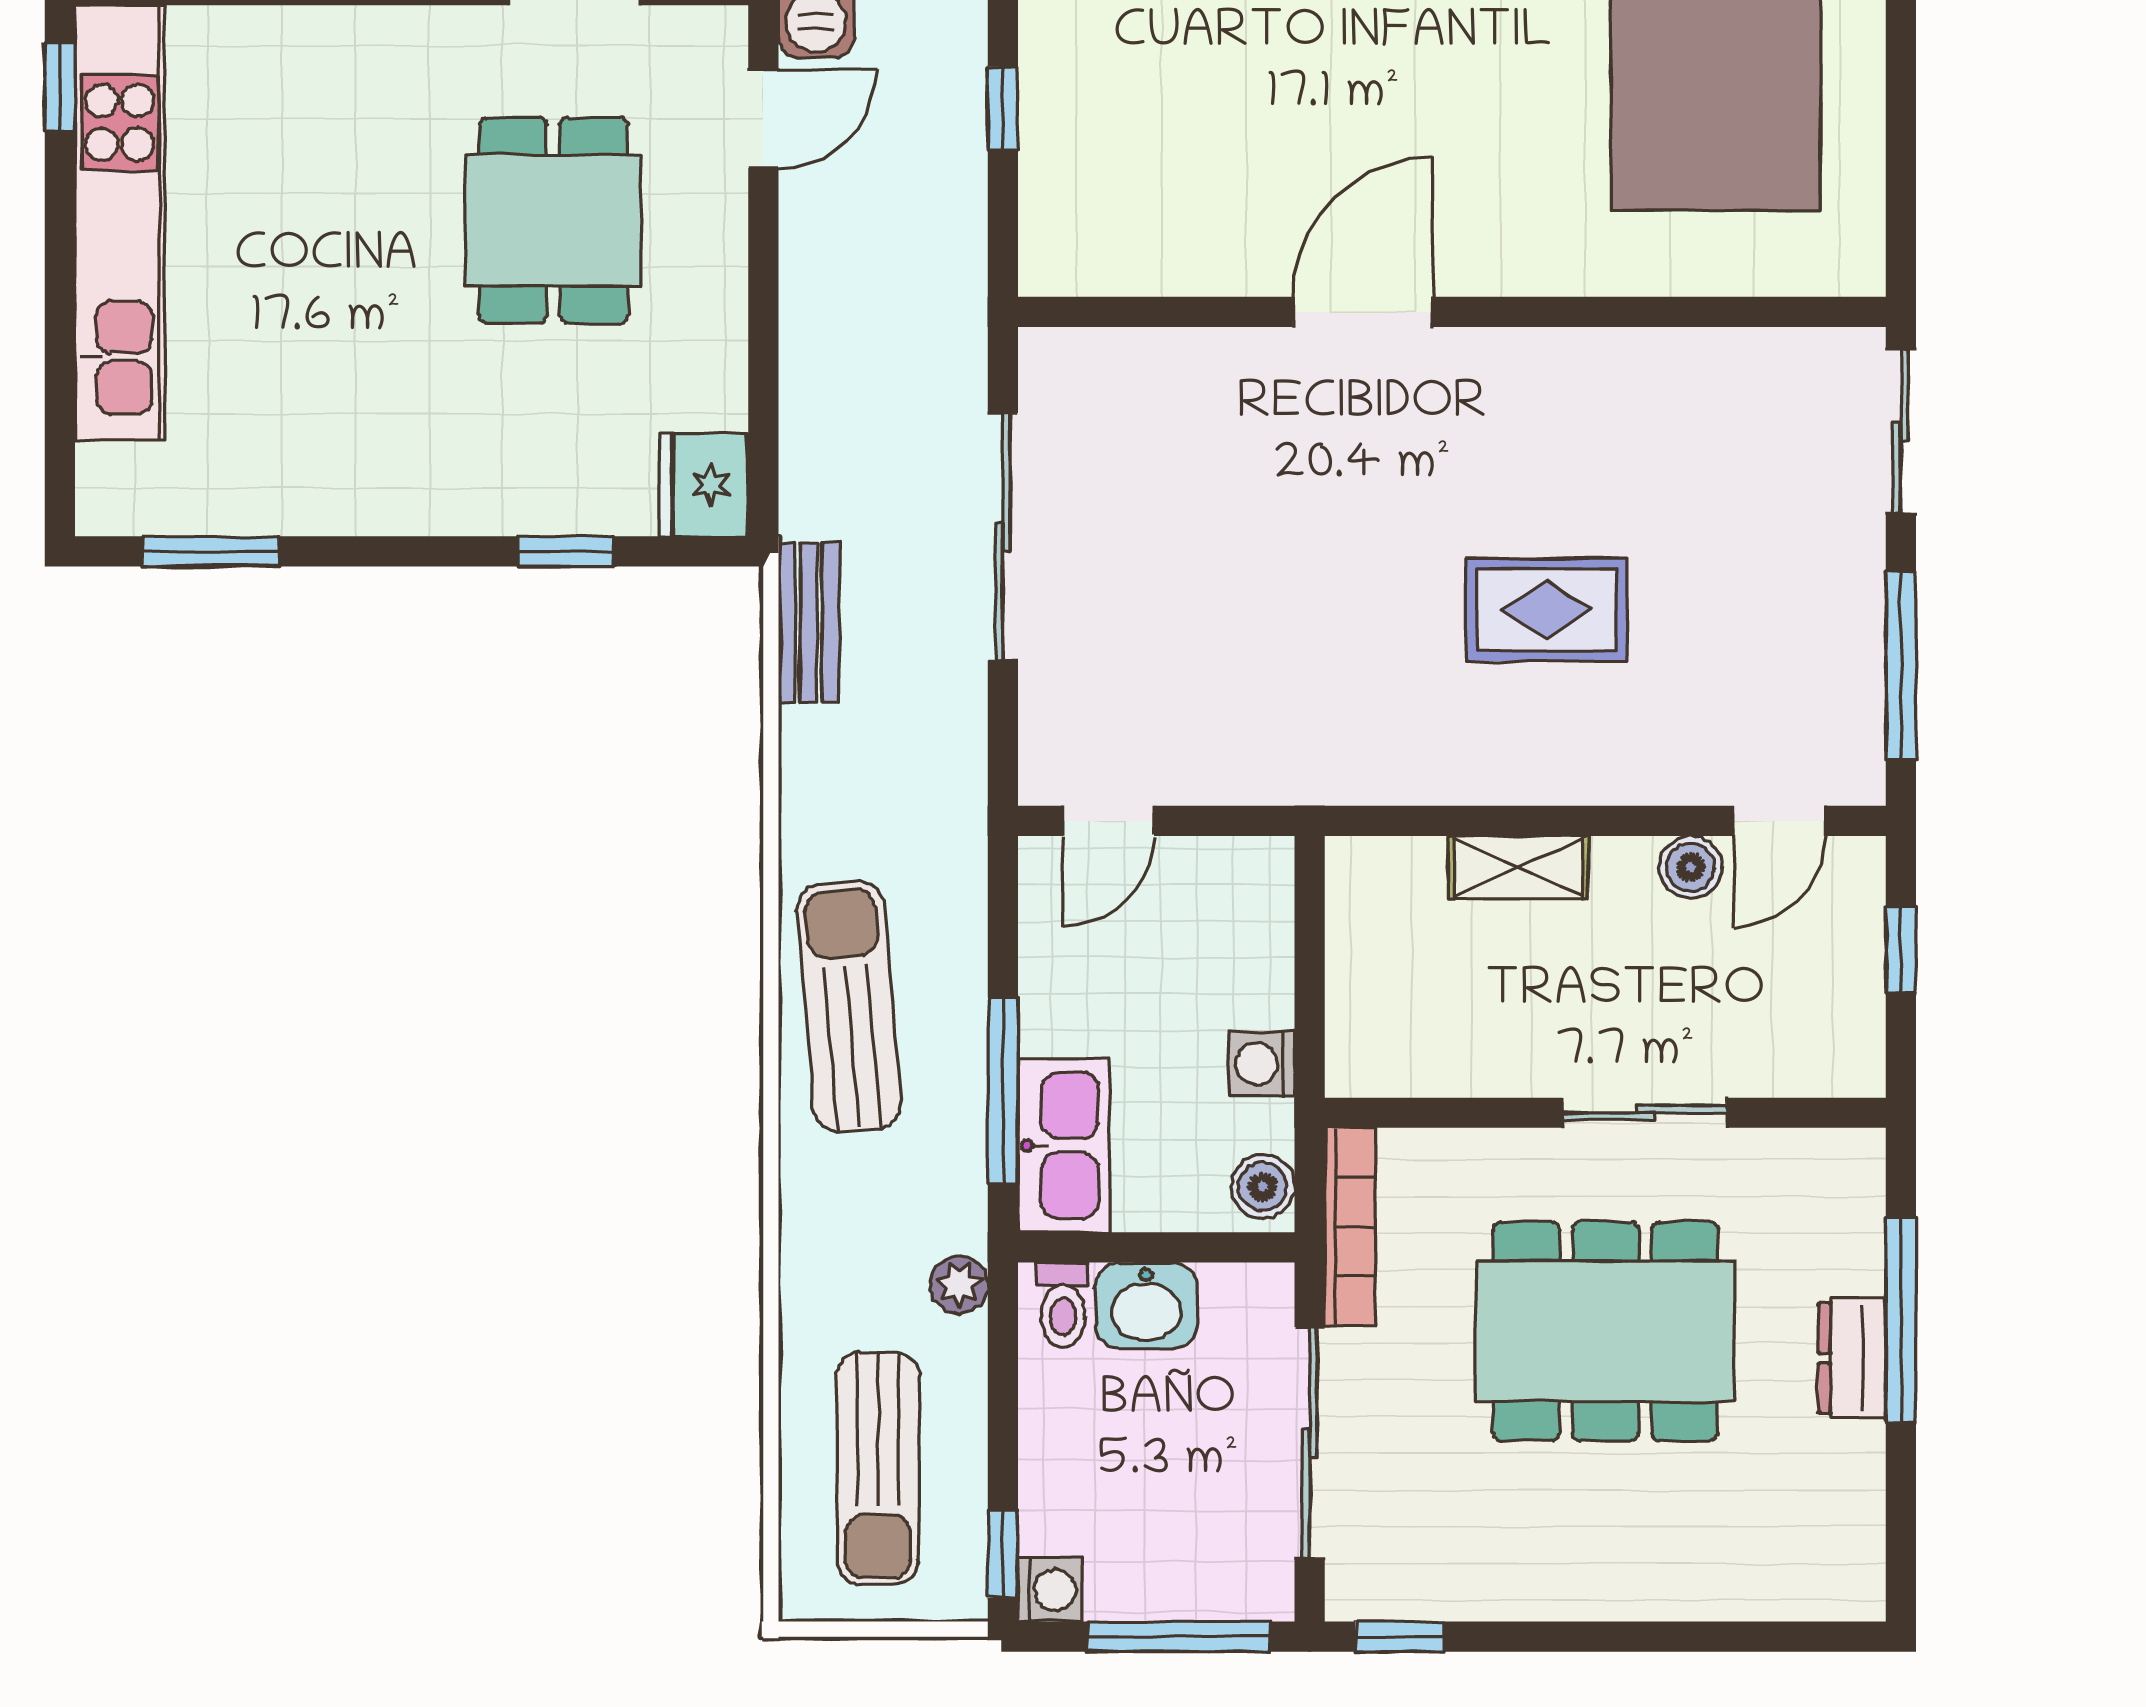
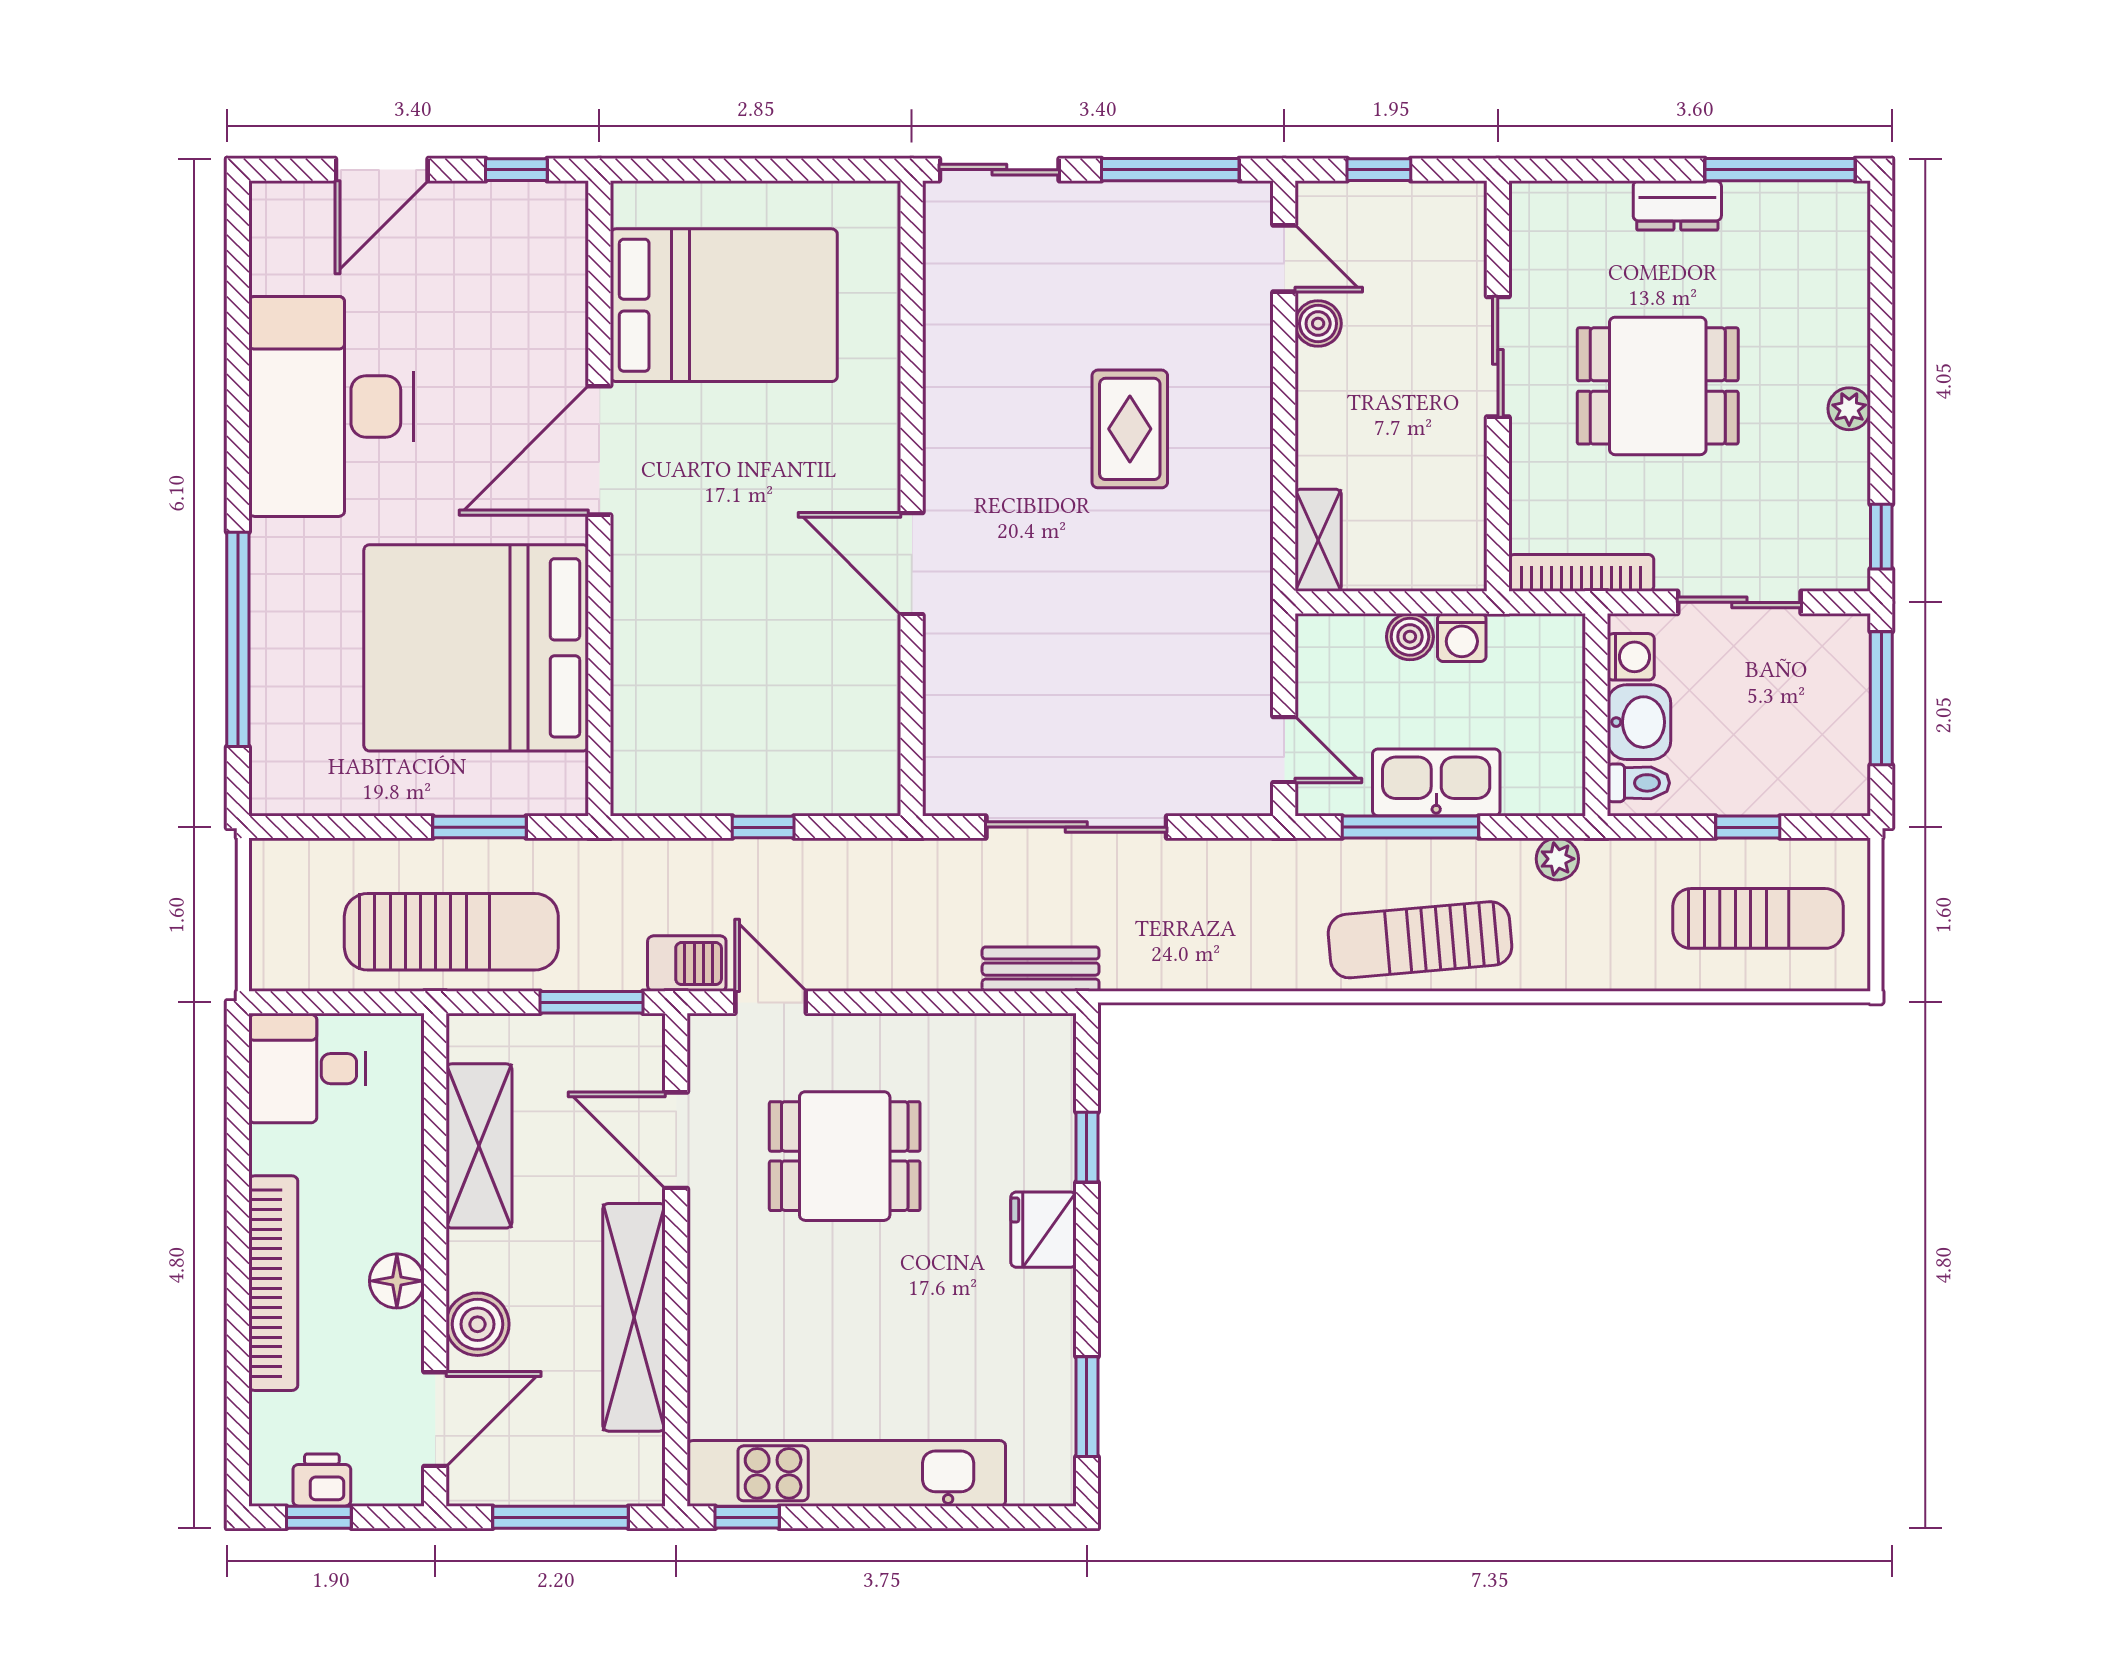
fridge: (704, 485) -> (1043, 1230), moved, turned 90
bench: (809, 622) -> (1041, 969), moved
shelving: (1518, 867) -> (1318, 540), moved
window: (1003, 1091) -> (1410, 827), moved
kitchen sink: (1064, 1145) -> (1436, 782), moved
boiler: (1263, 1187) -> (1410, 637), moved
plant: (959, 1285) -> (1557, 859), moved
window: (1901, 1320) -> (1780, 170), moved
dining table: (1605, 1331) -> (1658, 386), width x0.73
sliding door: (1310, 1443) -> (1739, 602), width x0.73
window: (1003, 1554) -> (1748, 827), moved
washing machine: (1050, 1590) -> (1631, 657), moved, turned 90
plant: (1574, 1593) -> (1849, 409), added

